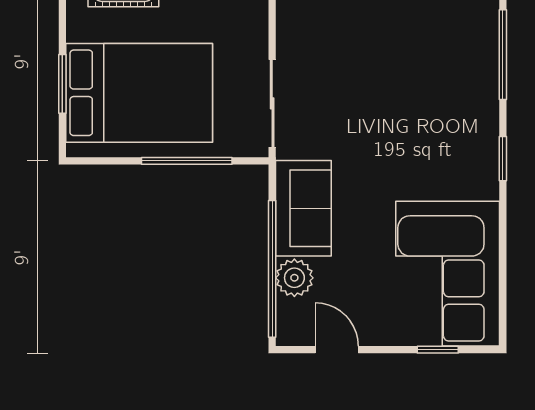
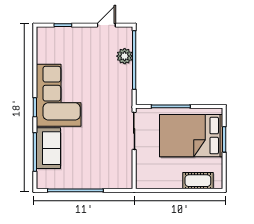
sofa: (303, 208) -> (48, 148), moved, turned 180
corner sofa: (448, 274) -> (59, 95), moved
door: (337, 350) -> (106, 25), swing flipped

